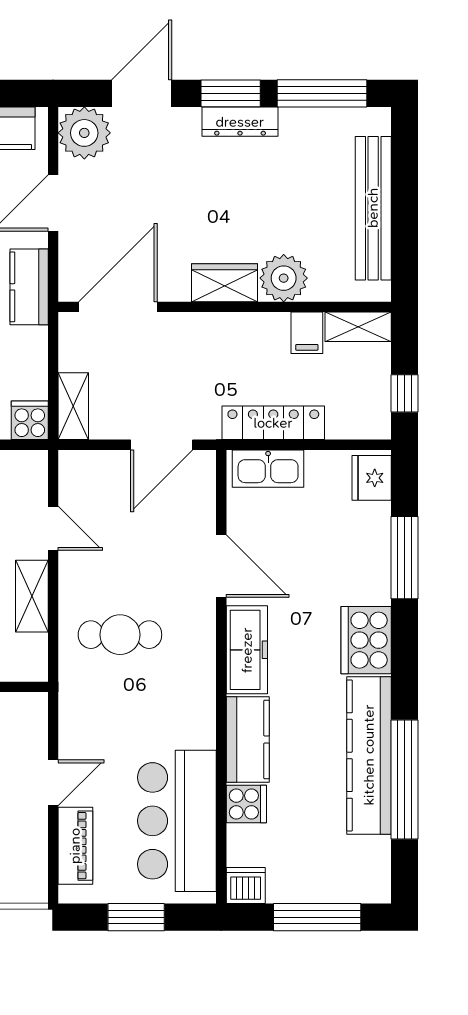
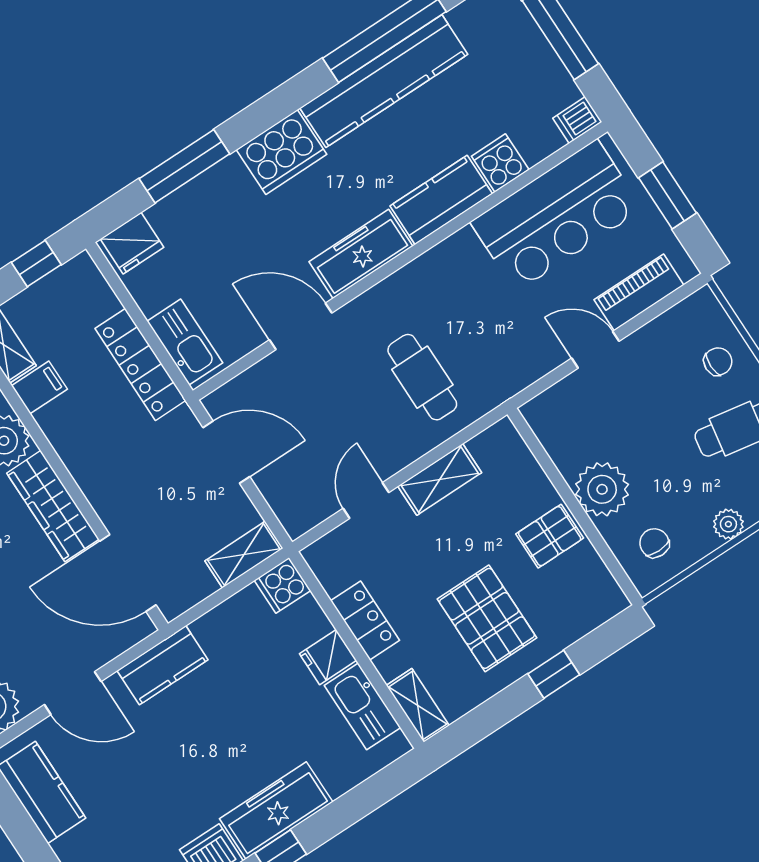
wardrobe: (224, 283) -> (53, 506), width x1.50
door: (221, 566) -> (301, 326), hinge flipped
dishwasher: (246, 886) -> (577, 120), width x0.73

